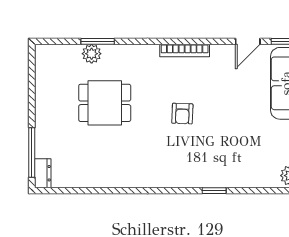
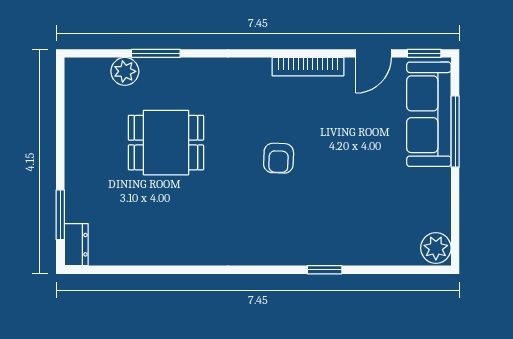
bookcase: (185, 50) -> (308, 67), moved
plant: (92, 54) -> (125, 71), moved
window: (32, 153) -> (60, 215), width x0.69

